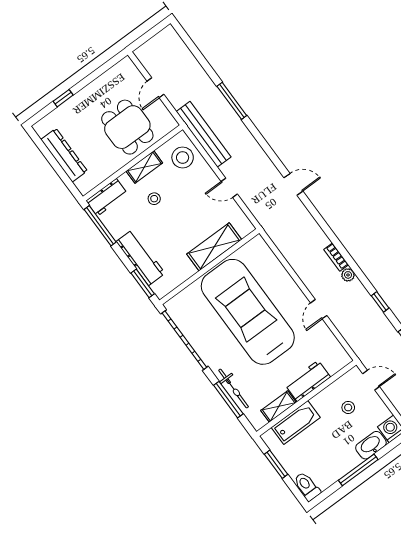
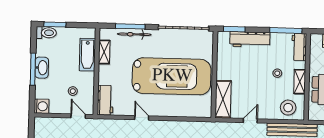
shelving: (214, 247) -> (223, 99), moved
door: (371, 380) -> (78, 116), swing flipped
workbench: (308, 381) -> (105, 100), moved
washbasin: (371, 445) -> (42, 68), moved
window: (276, 464) -> (55, 24), moved

